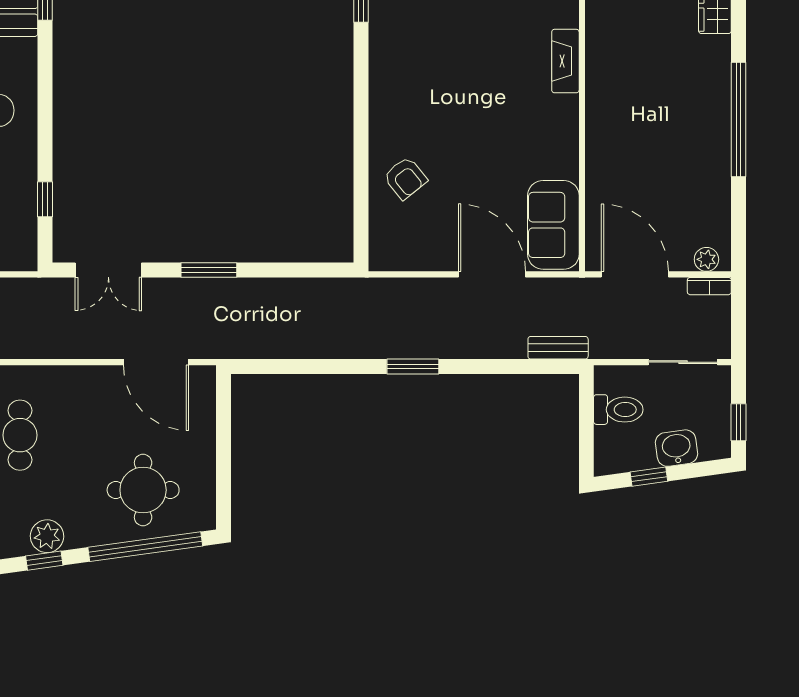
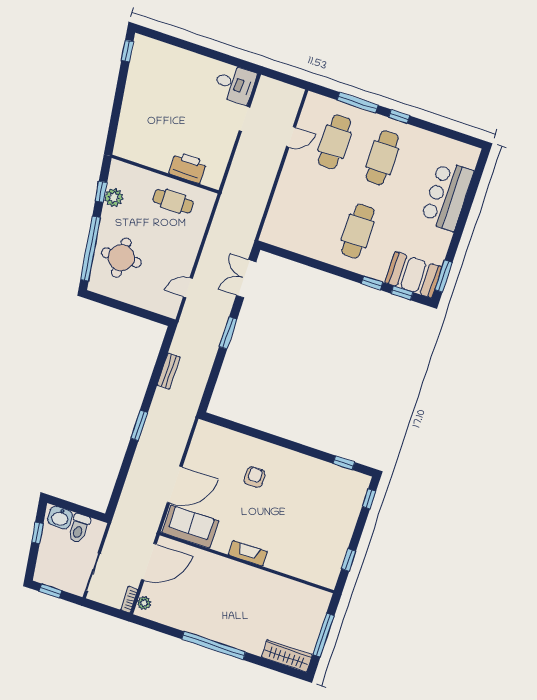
fireplace: (565, 61) -> (248, 553), moved
armchair: (405, 178) -> (255, 477), moved, turned 129
window: (45, 199) -> (372, 283), moved
bench: (558, 348) -> (169, 371), moved
door: (156, 362) -> (188, 288), width x0.53
washbasin: (676, 448) -> (60, 518), moved, turned 98

